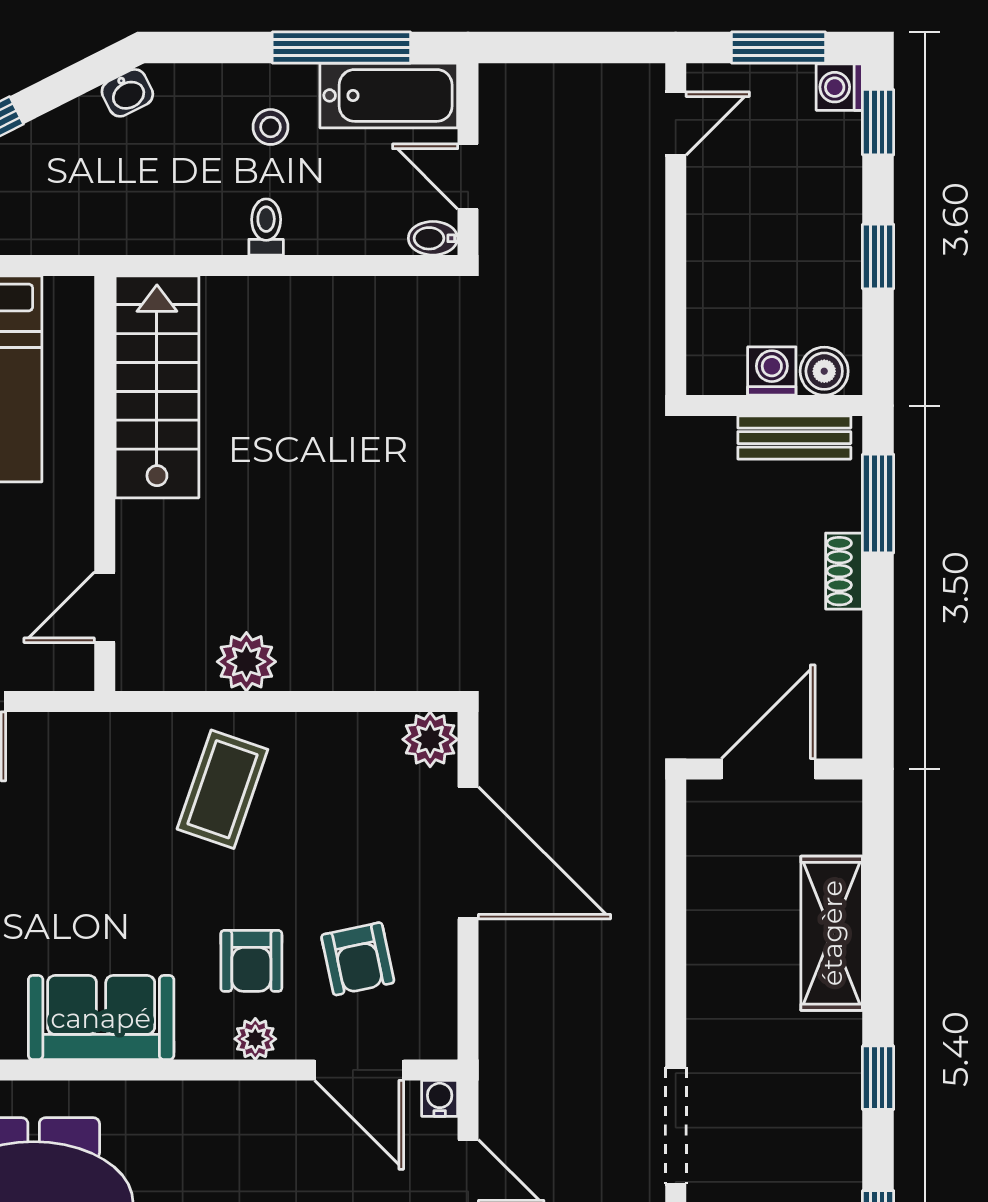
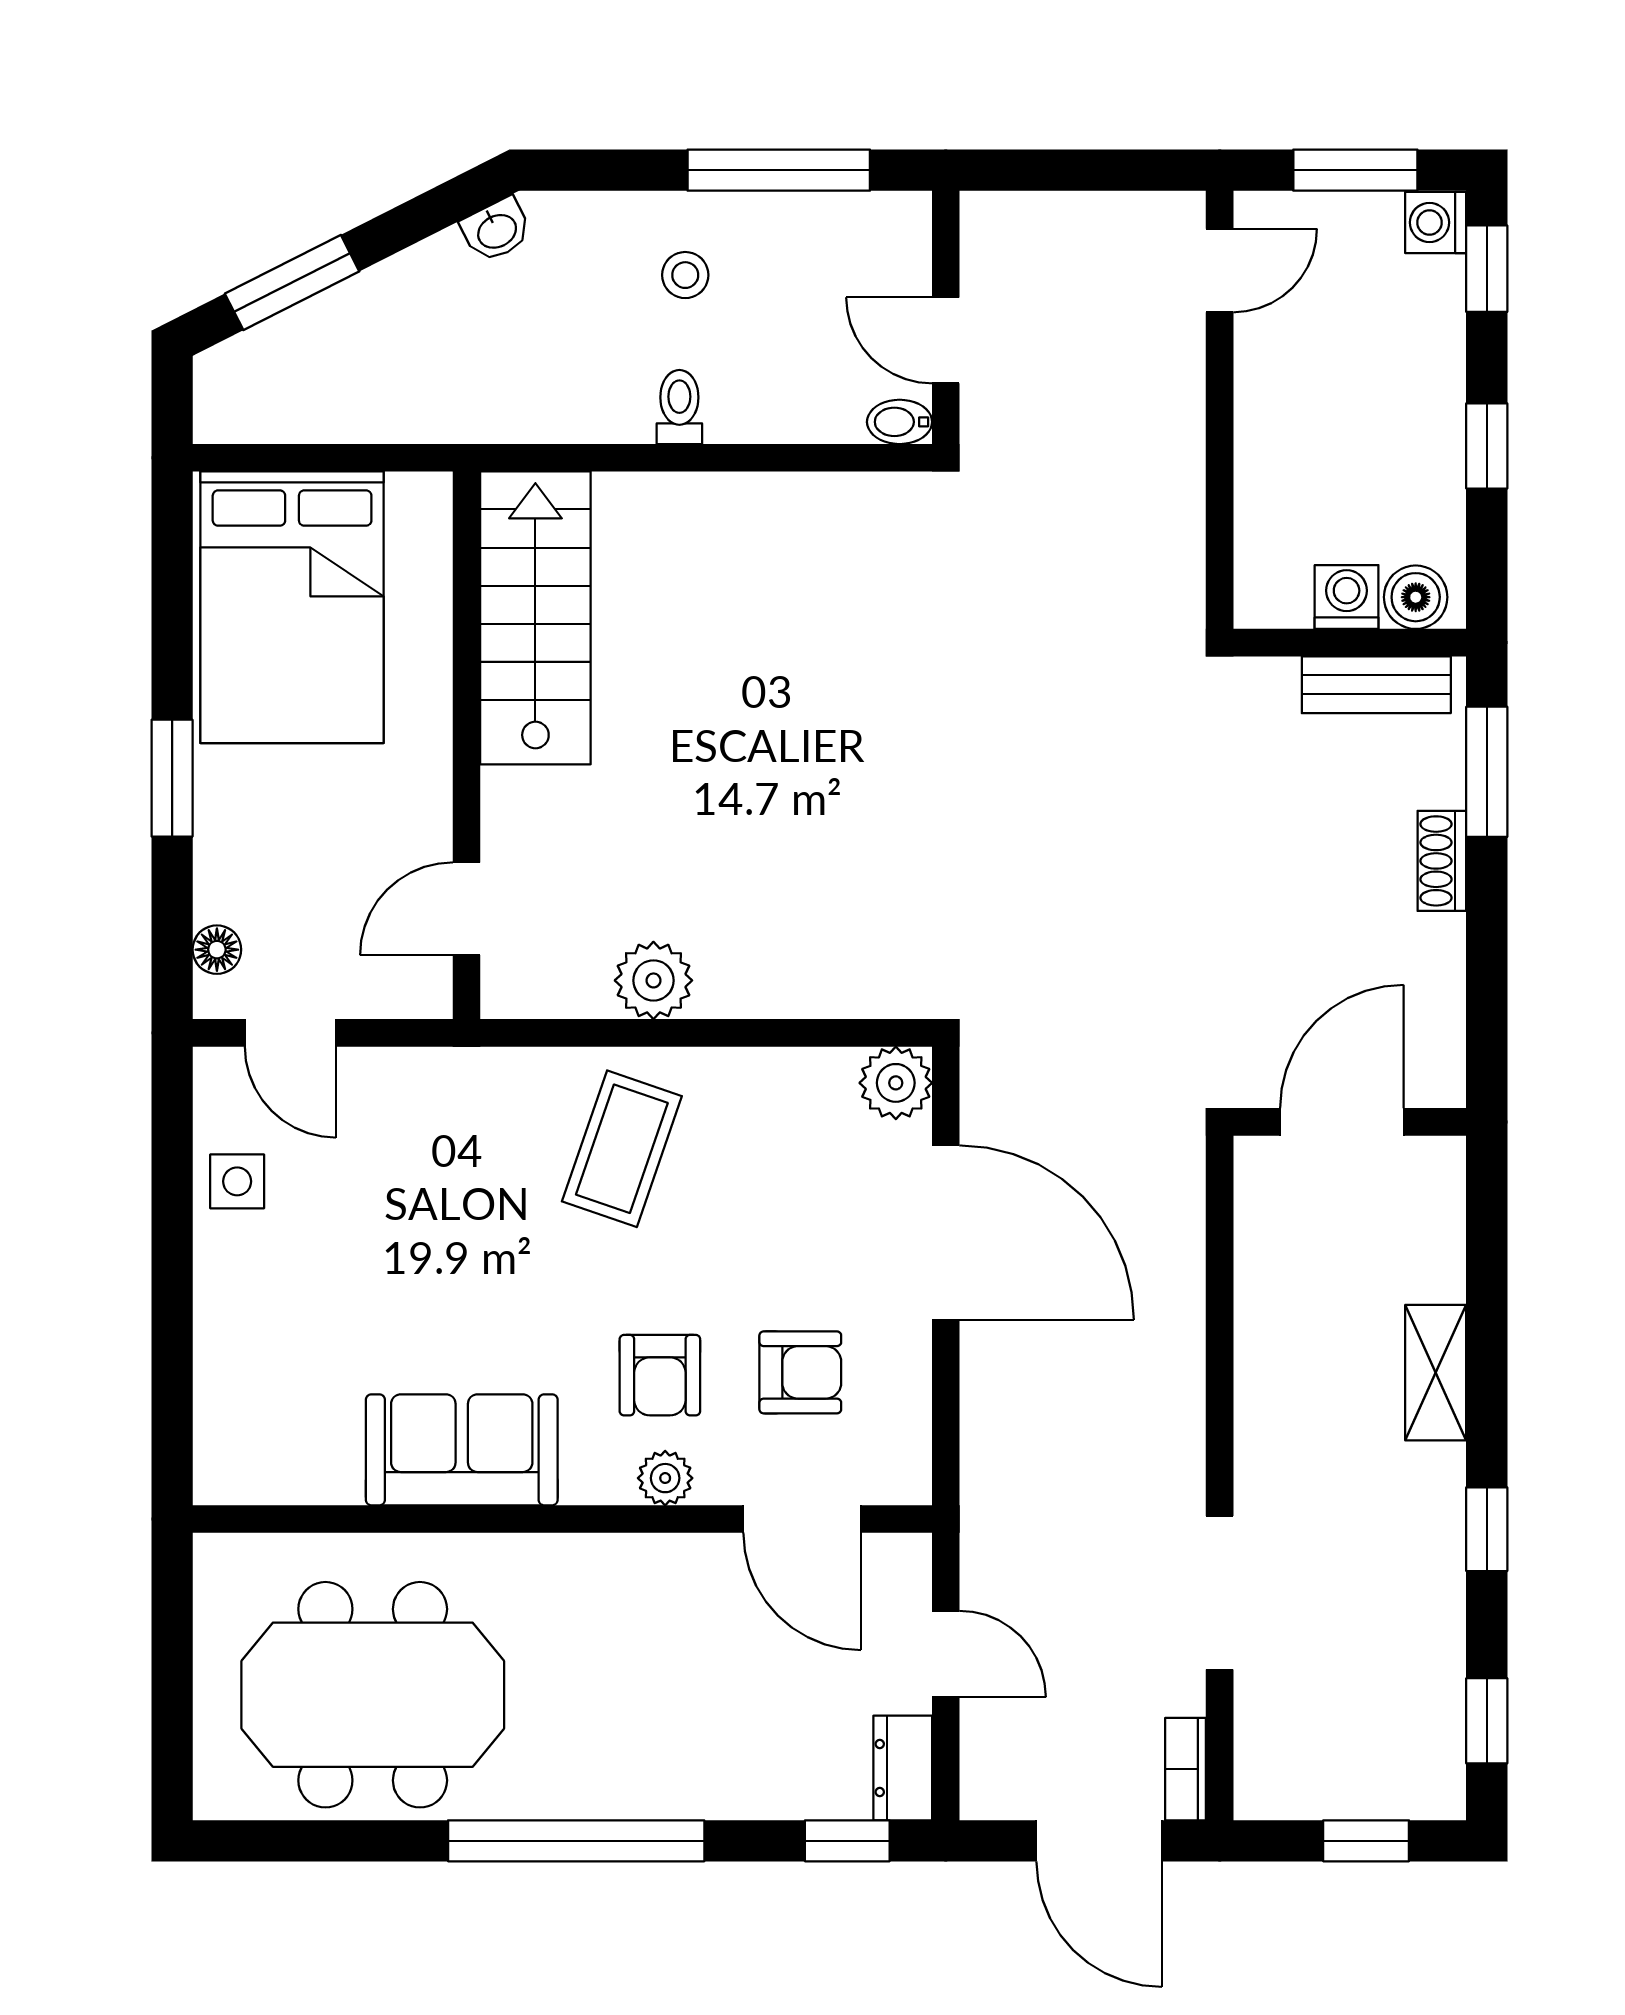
bathtub: (389, 95) -> (841, 233), removed
shelving: (832, 933) -> (1436, 1373), width x0.67, depth x0.75
armchair: (358, 959) -> (800, 1372), turned -78
water cooler: (440, 1098) -> (908, 1556), removed

